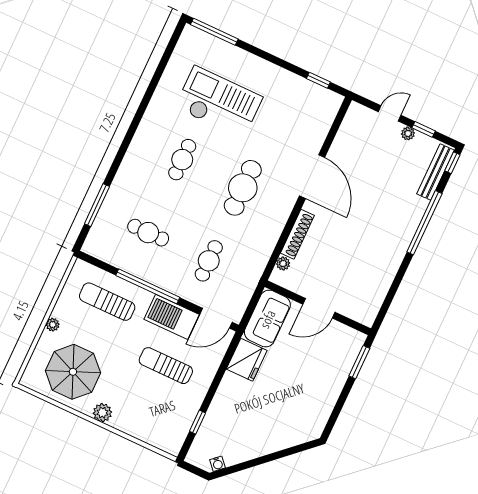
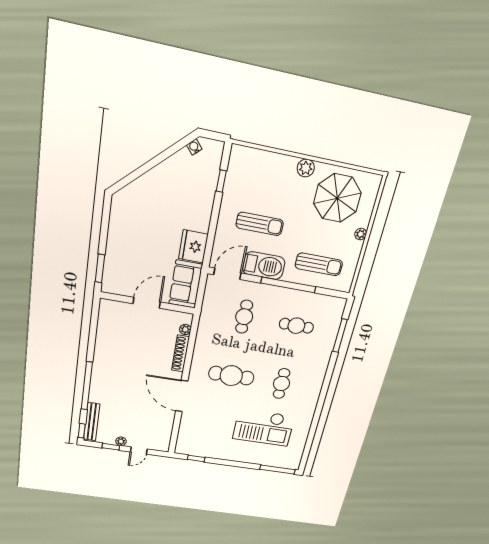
cafe table: (243, 188) -> (231, 376), turned 90

